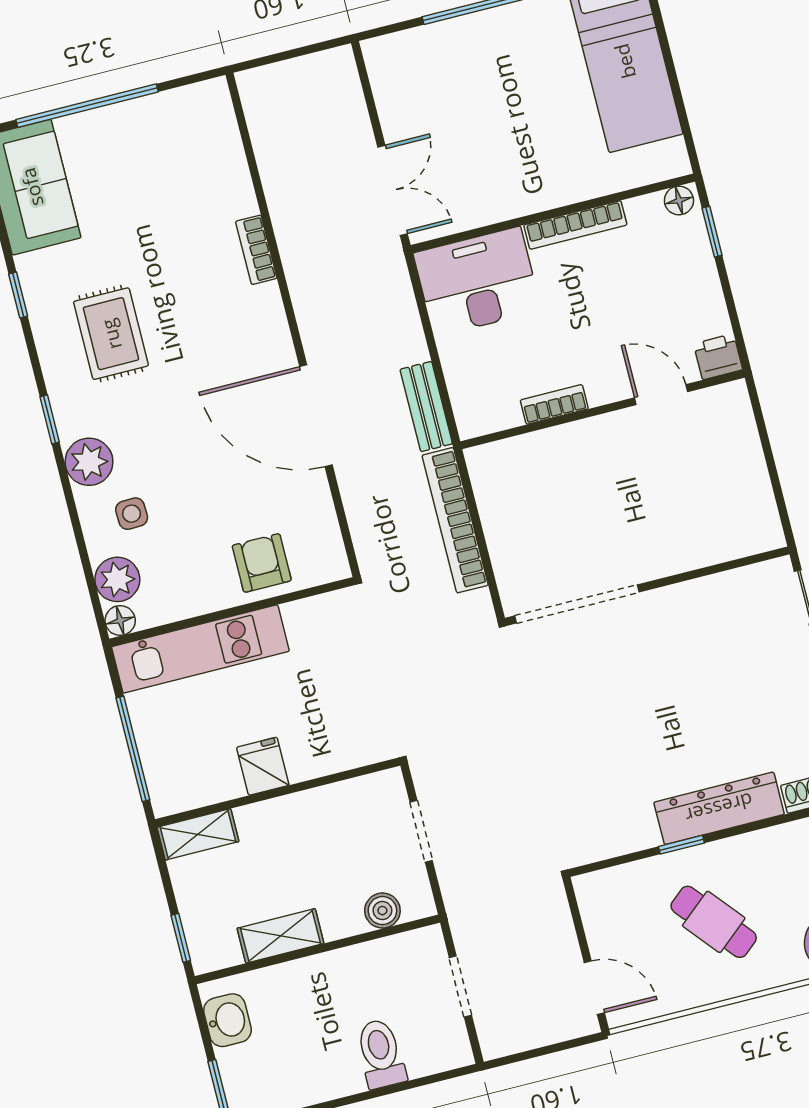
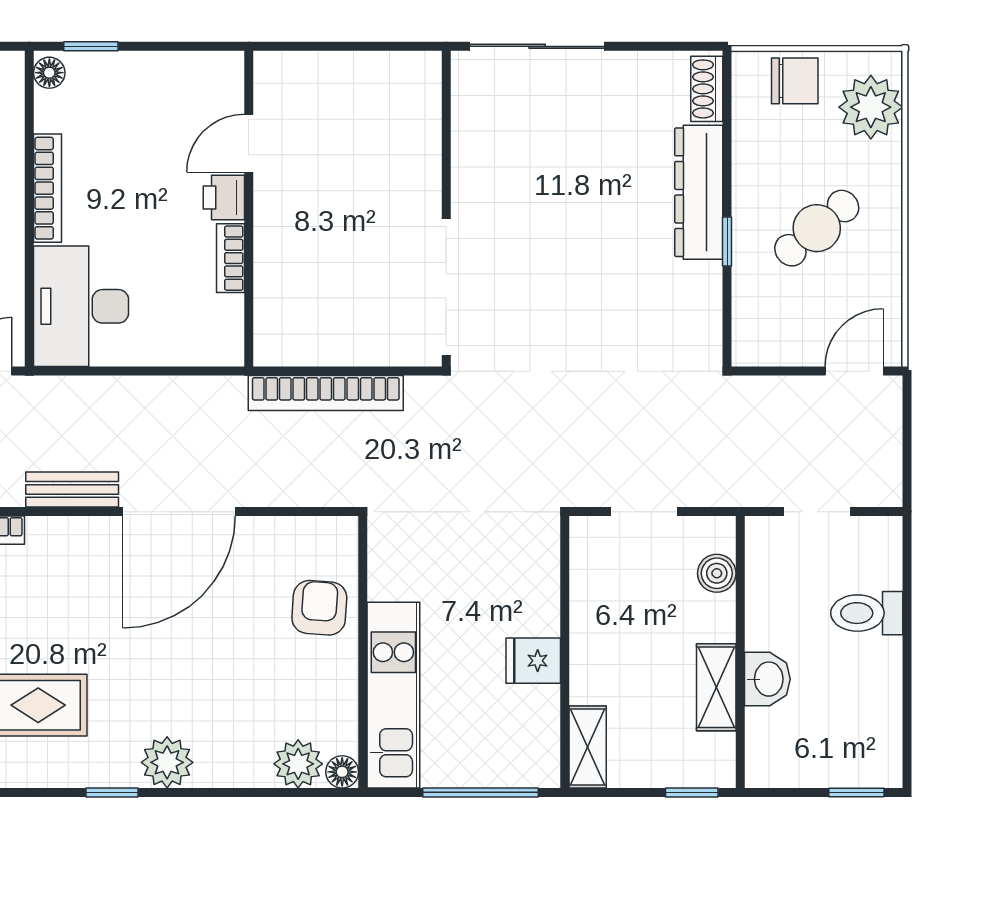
printer: (718, 357) -> (224, 198), moved
bench: (426, 407) -> (72, 489), moved
side table: (132, 514) -> (233, 731), removed
armchair: (262, 563) -> (319, 608), turned 94
washbasin: (227, 1020) -> (767, 679), moved, turned 90

